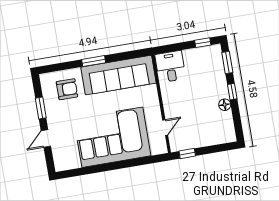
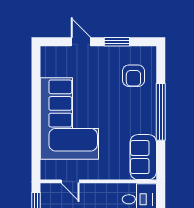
window: (94, 61) -> (161, 112), width x2.11
sofa: (119, 75) -> (143, 157), width x0.54, depth x0.79

